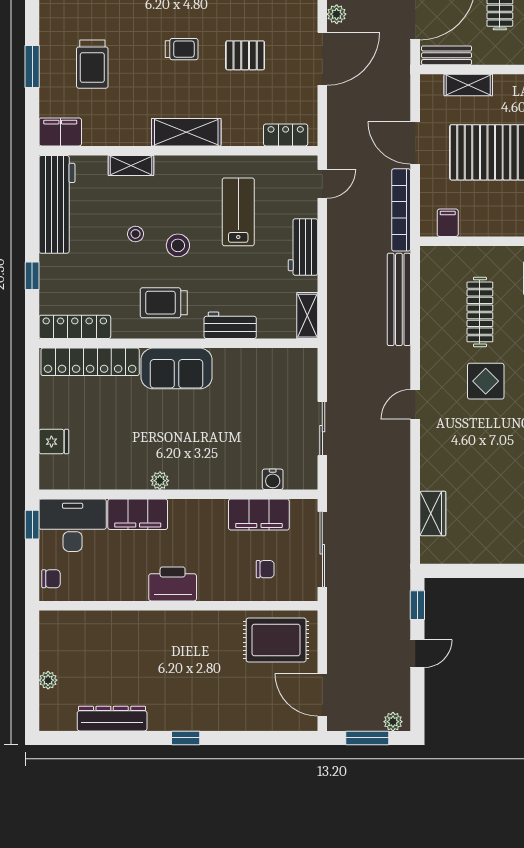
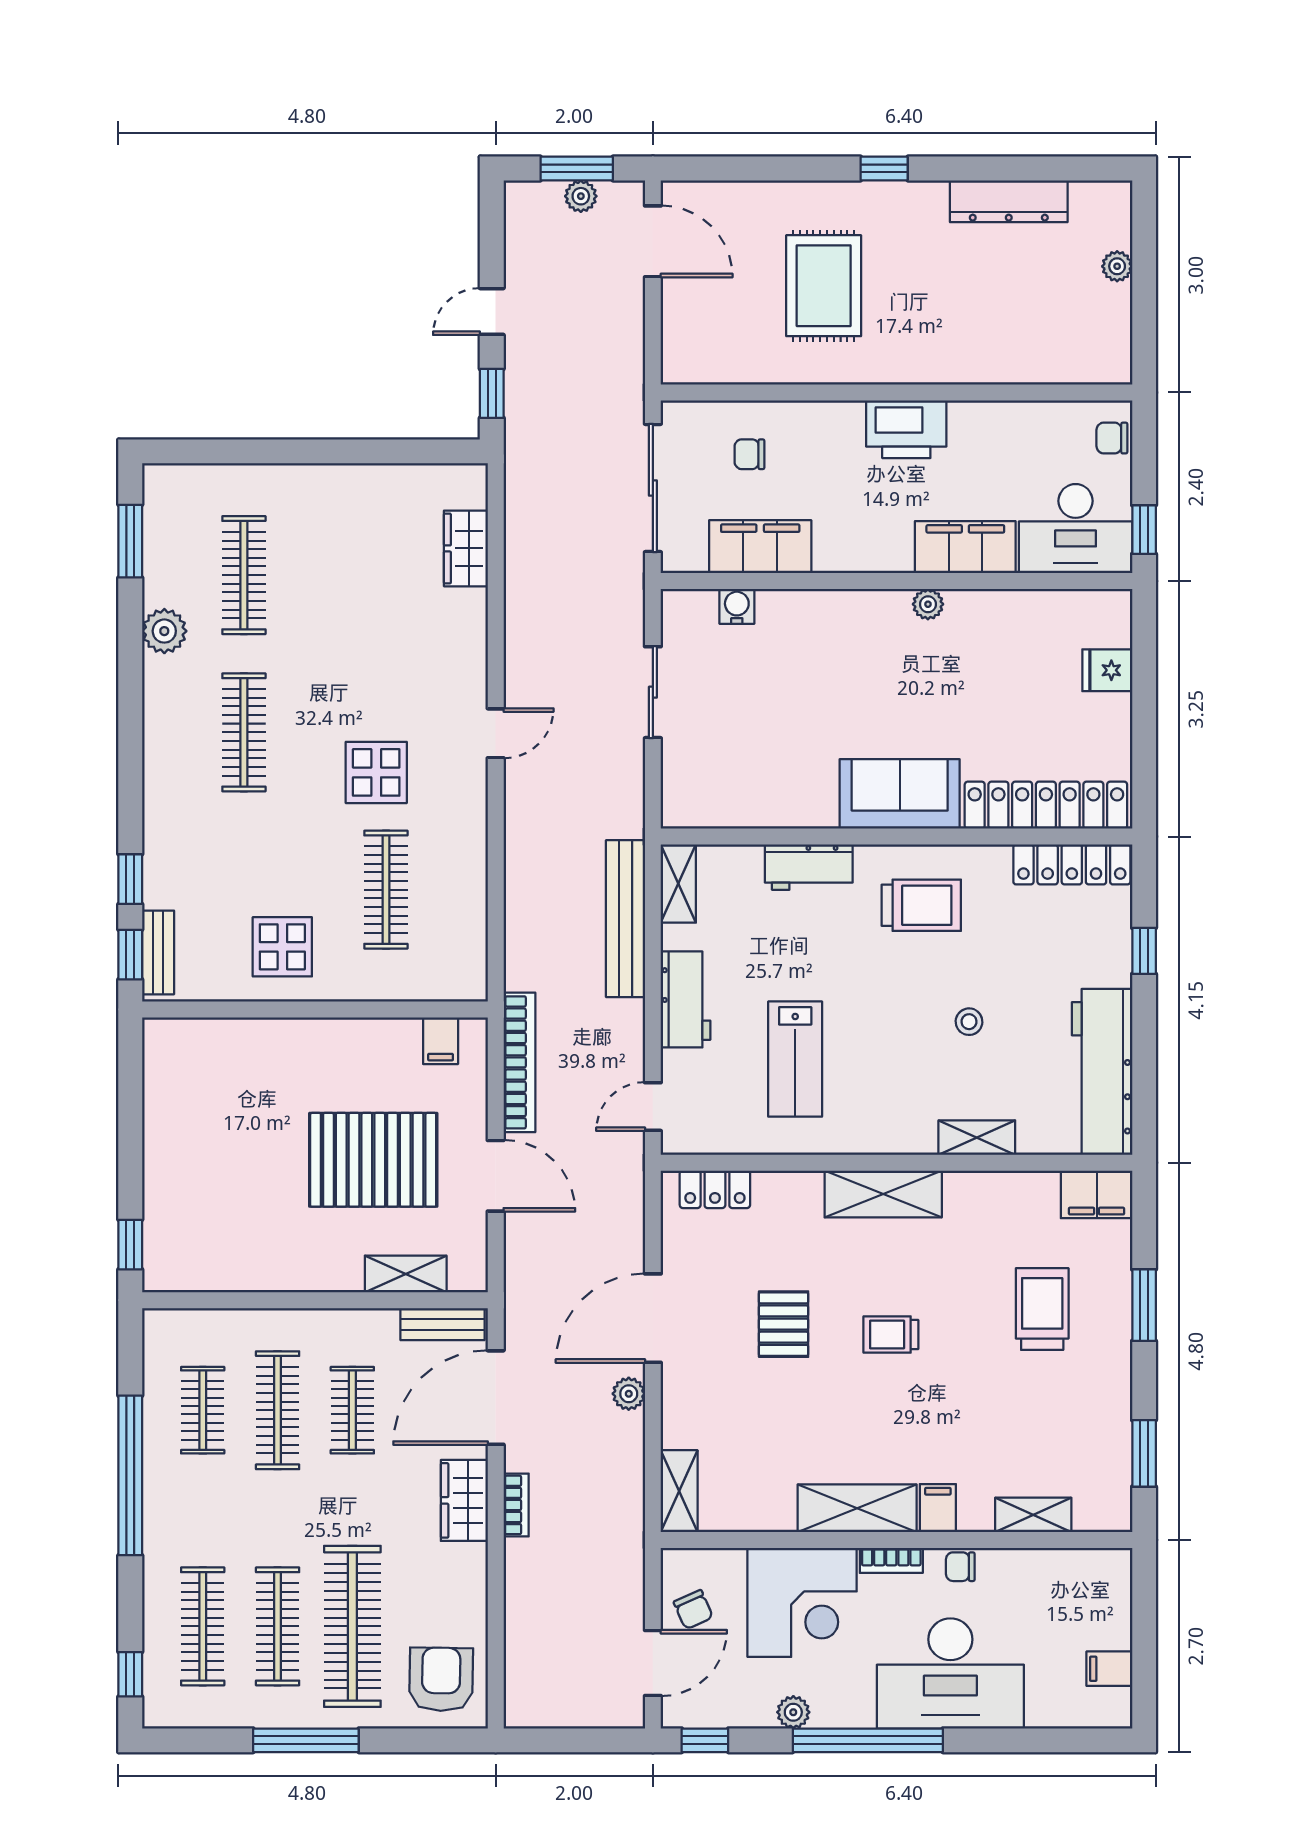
pallet: (245, 55) -> (784, 1324), turned 90
stool: (178, 245) -> (897, 1002), removed
bench: (399, 299) -> (625, 919), moved
rug: (276, 640) -> (824, 286), moved, turned 90
plant: (393, 722) -> (581, 196), moved

